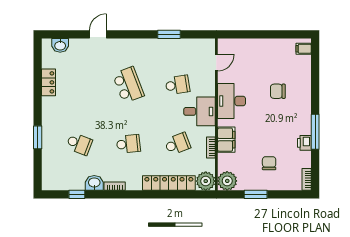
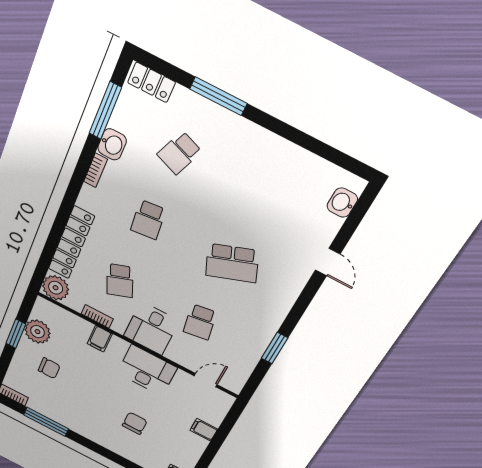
filing cabinet: (254, 47) -> (204, 430), added
door: (216, 63) -> (206, 380), swing flipped
locker: (48, 82) -> (151, 82), moved
window: (315, 132) -> (46, 422), moved
window: (38, 137) -> (218, 96), width x1.44
filing cabinet: (226, 140) -> (100, 339), width x0.50
printer: (304, 143) -> (59, 416), removed
plant: (227, 181) -> (37, 332), moved
window: (77, 194) -> (105, 111), width x2.17

